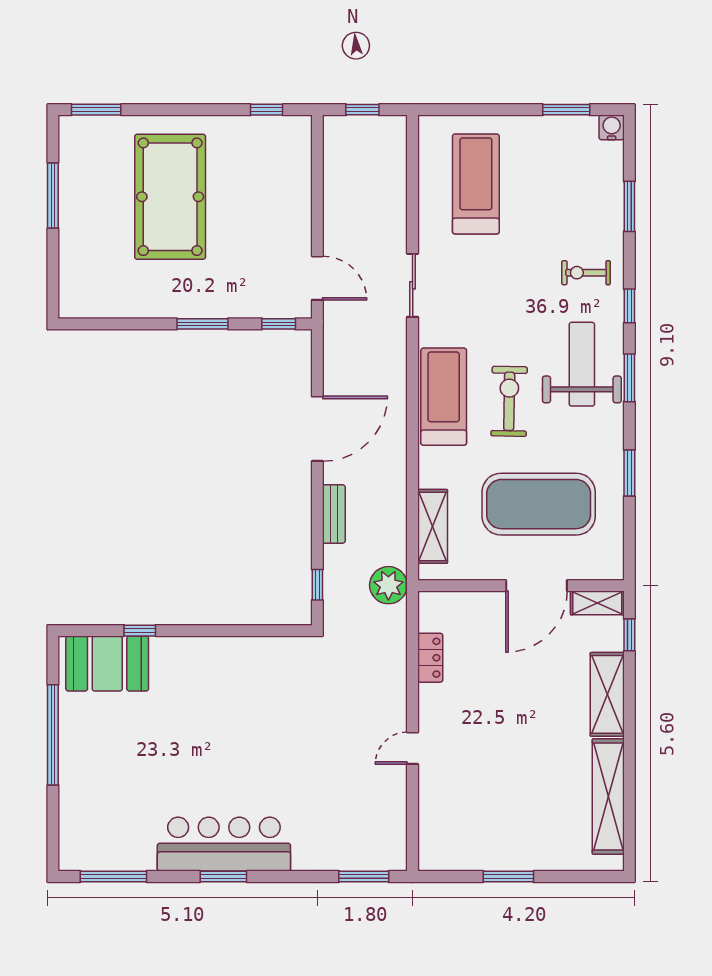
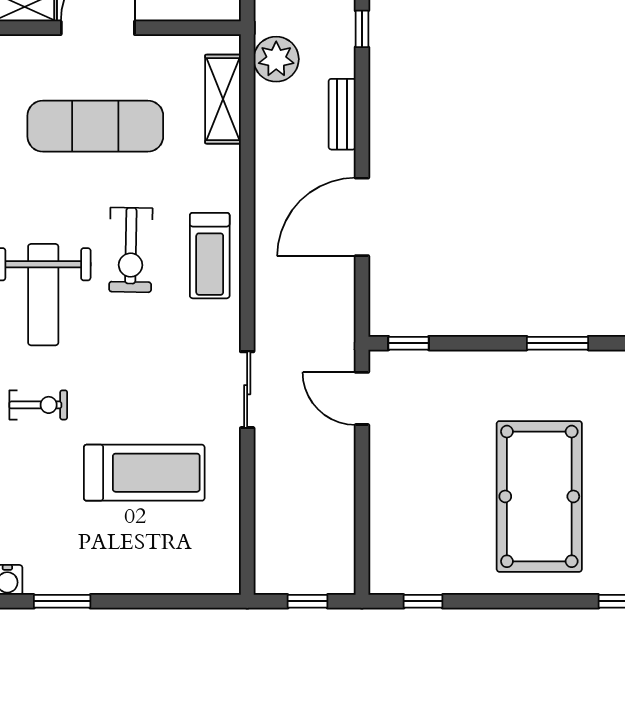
treadmill: (476, 184) -> (144, 473), moved, turned -90
window: (202, 324) -> (557, 343), moved
treadmill: (444, 397) -> (210, 256), width x0.73, depth x0.73
exercise mat: (539, 504) -> (95, 126), width x0.68
plant: (388, 585) -> (276, 59), moved

